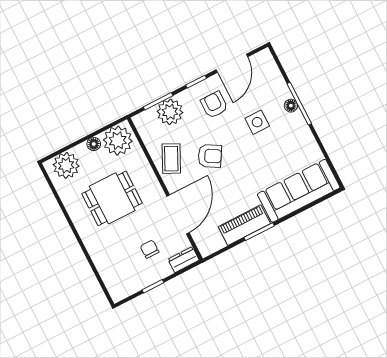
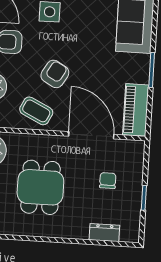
piano: (244, 225) -> (136, 110), moved
chair: (150, 249) -> (108, 181), turned 90
dresser: (184, 260) -> (104, 233), moved, turned 90

